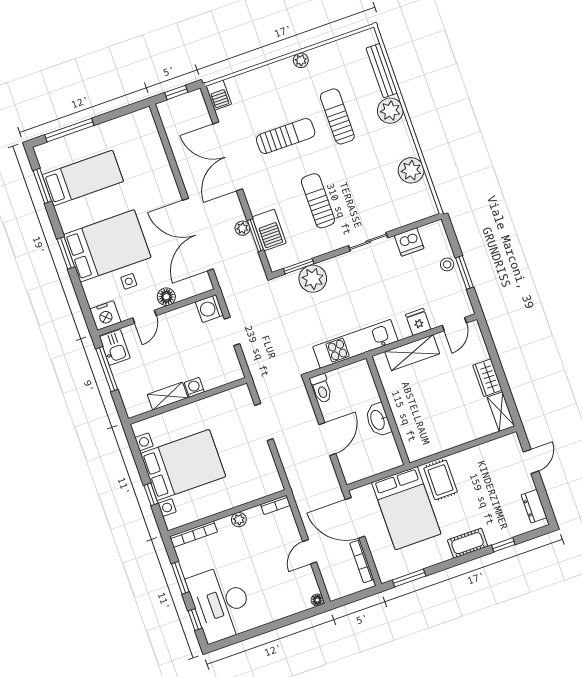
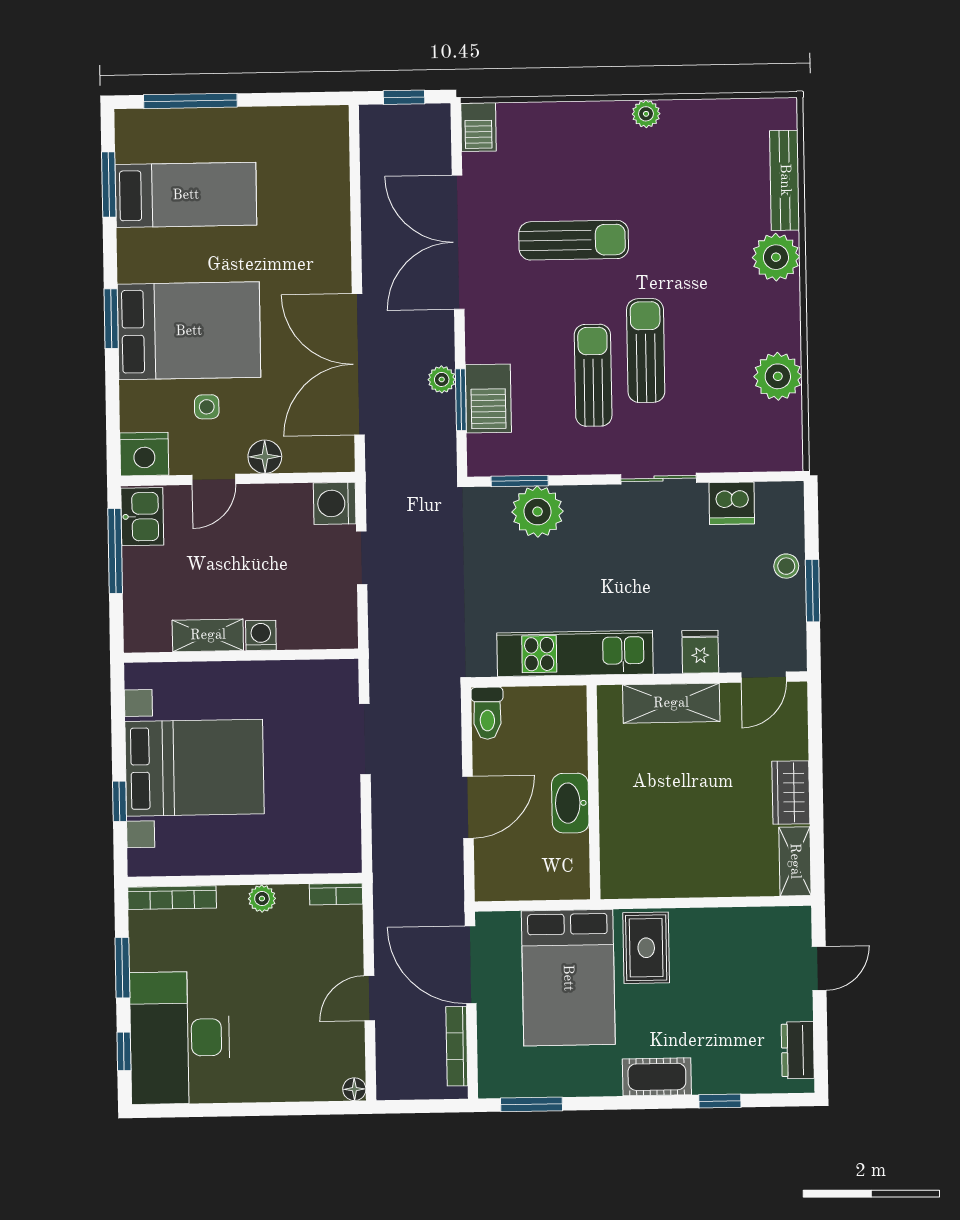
sun lounger: (337, 116) -> (646, 351), moved

